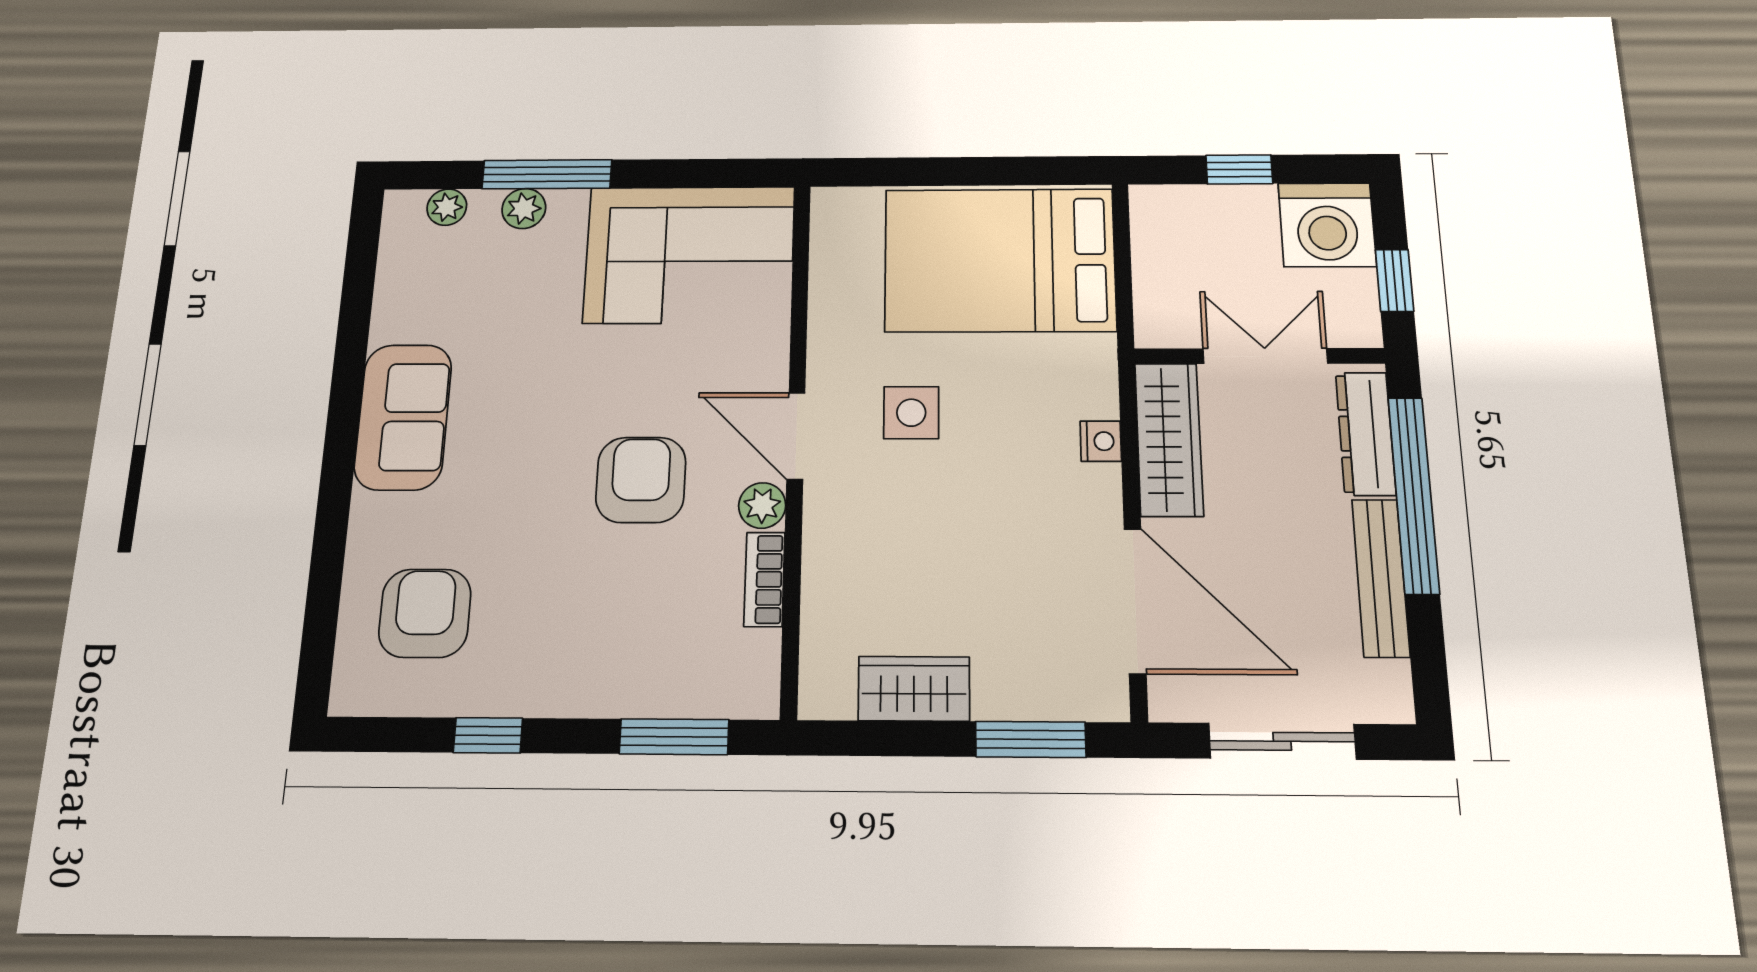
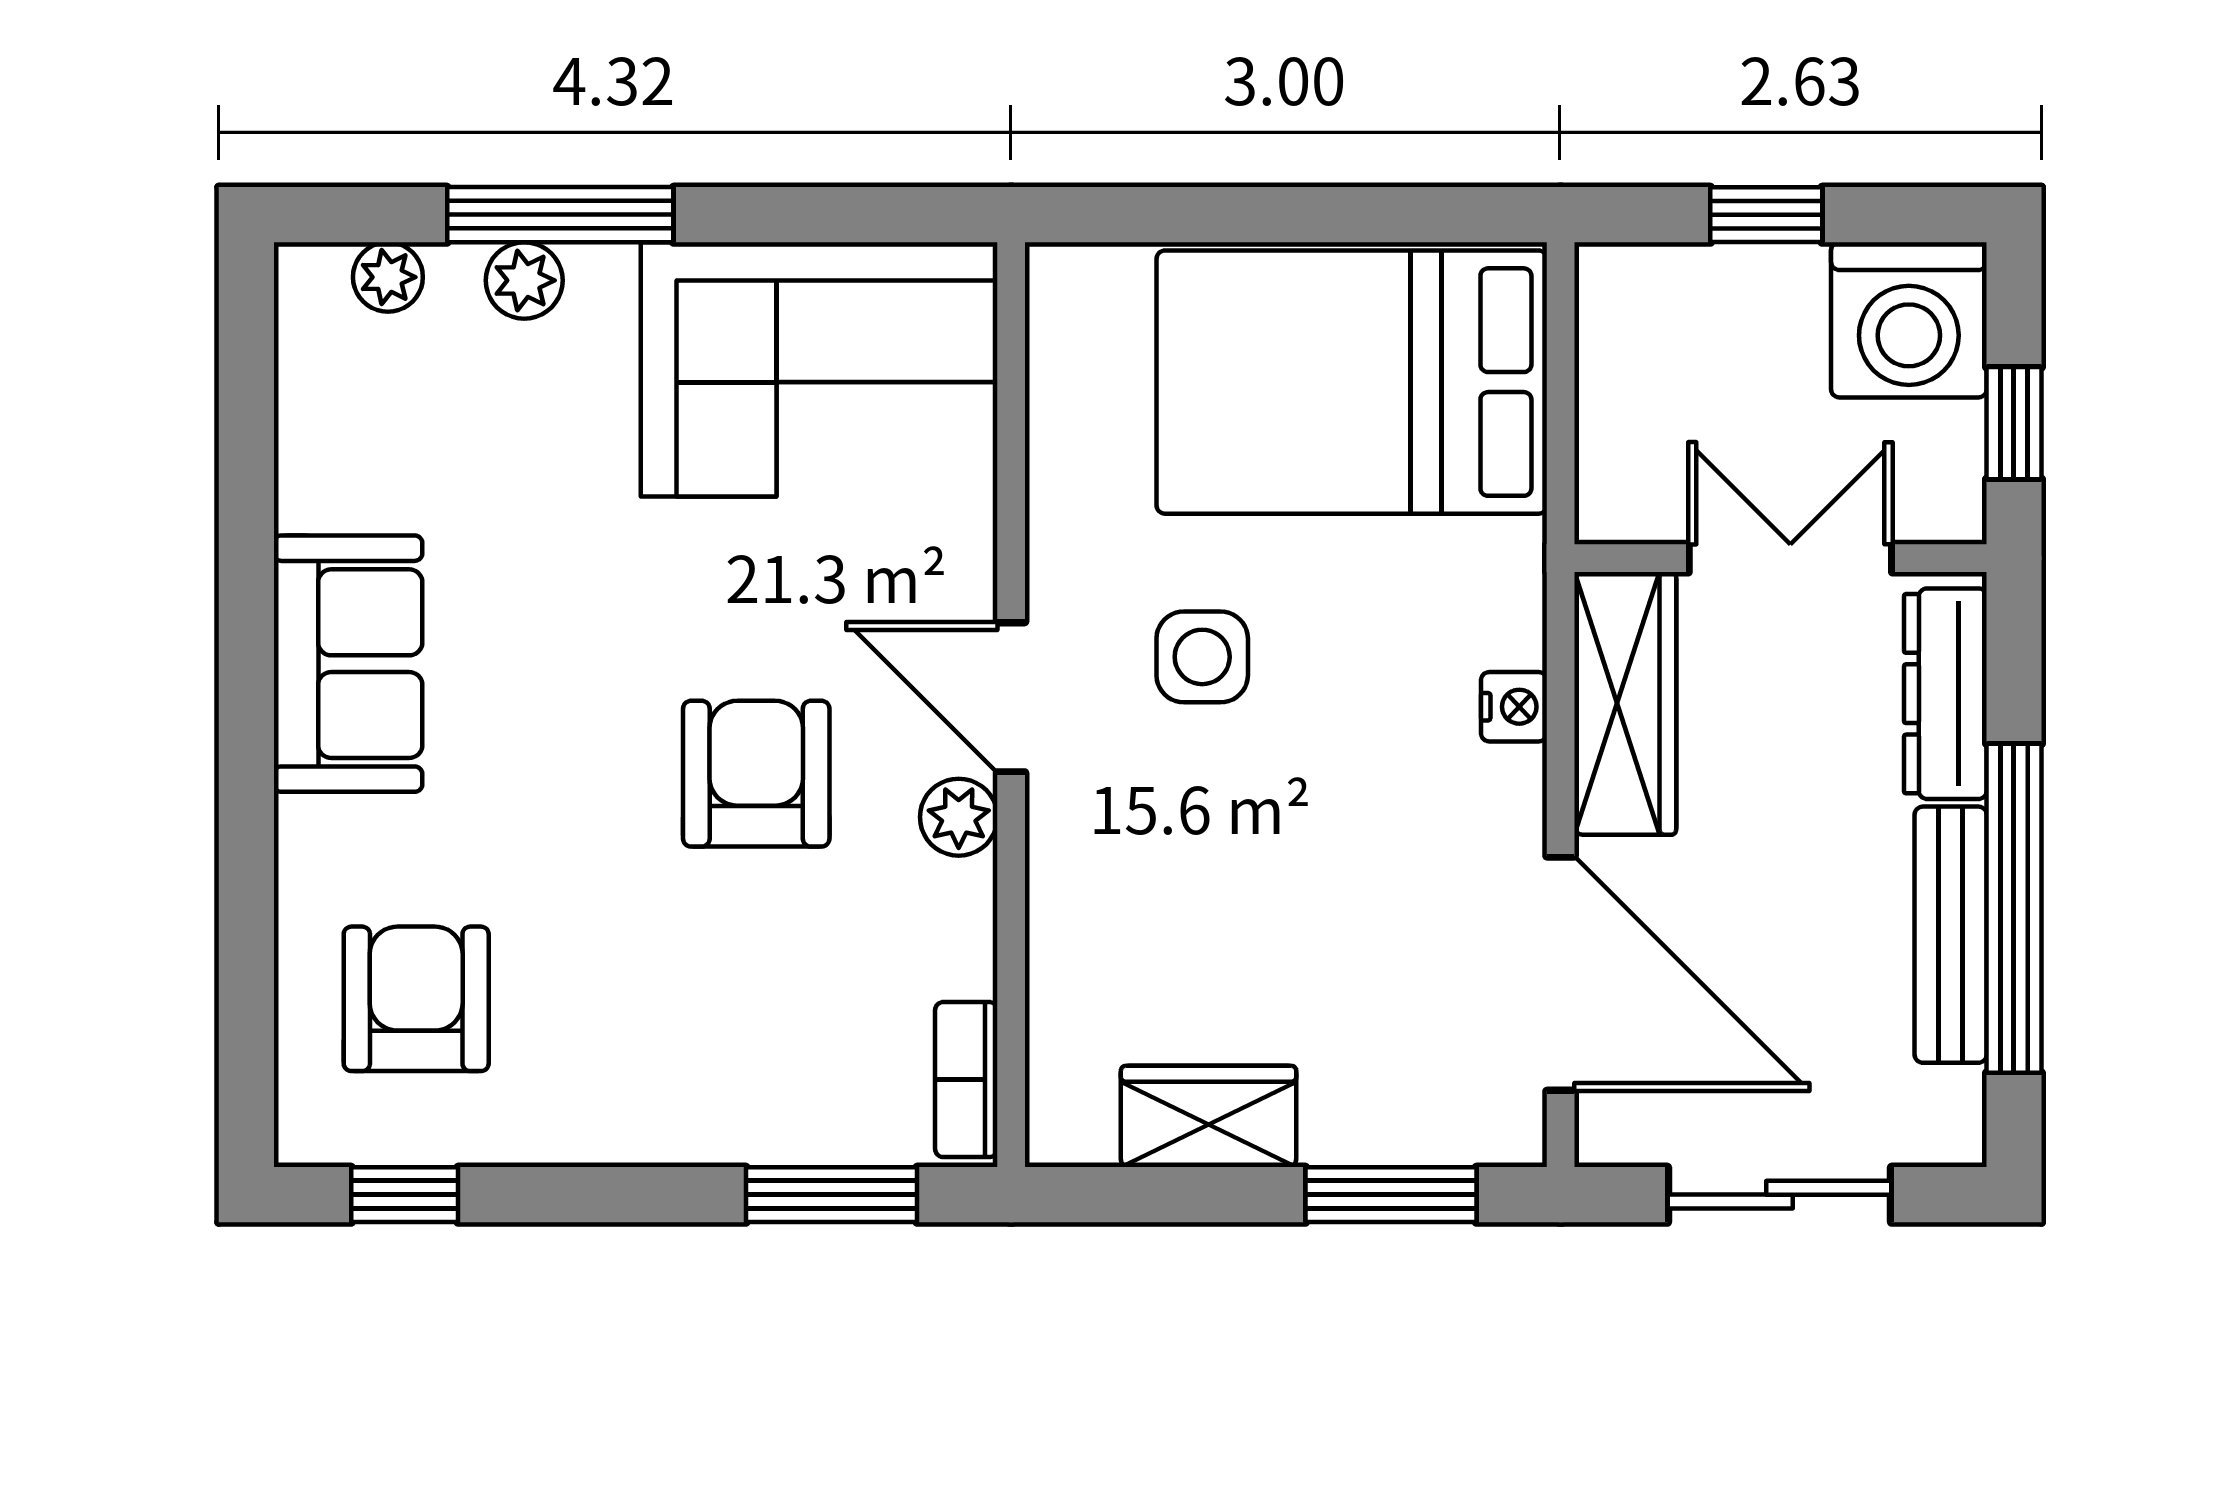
window: (1414, 495) -> (2014, 908), moved
bookcase: (764, 579) -> (966, 1080), moved
window: (488, 735) -> (405, 1195), moved

